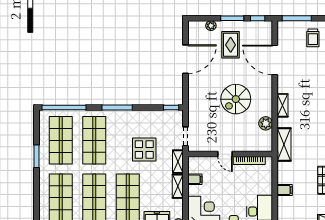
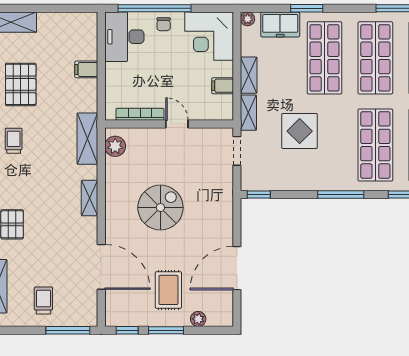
plant: (266, 123) -> (115, 146), moved

